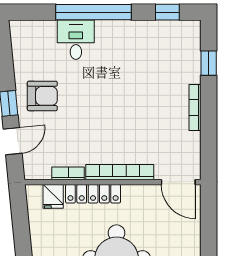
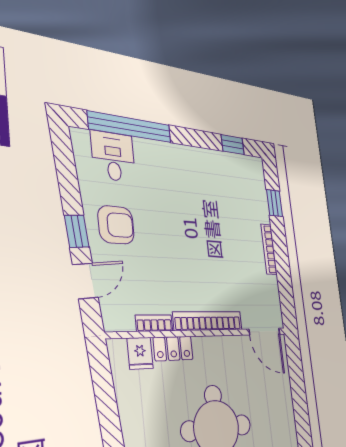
window: (94, 12) -> (130, 127), moved
desk: (76, 40) -> (113, 156), moved
locker: (93, 194) -> (173, 348), width x0.66

